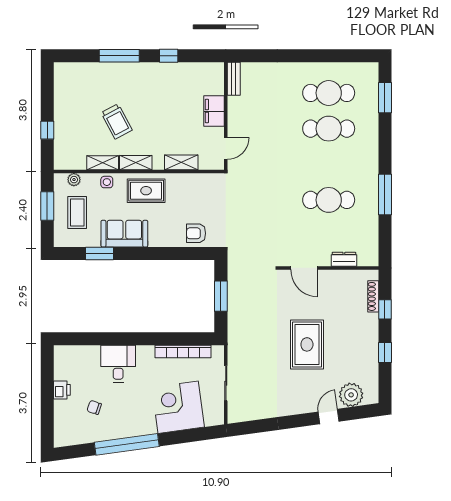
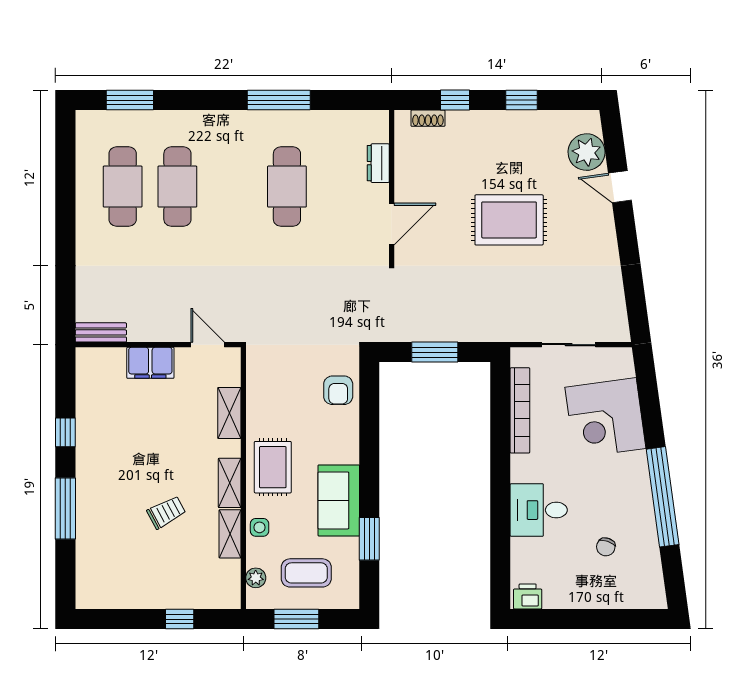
trolley: (117, 121) -> (166, 512), width x0.73, depth x0.72
shoe rack: (373, 296) -> (428, 118), width x0.70
printer: (62, 390) -> (528, 596), moved

